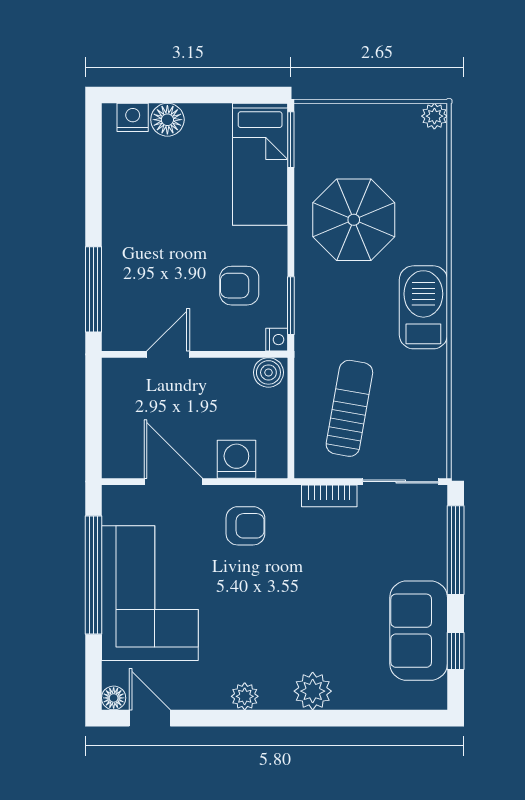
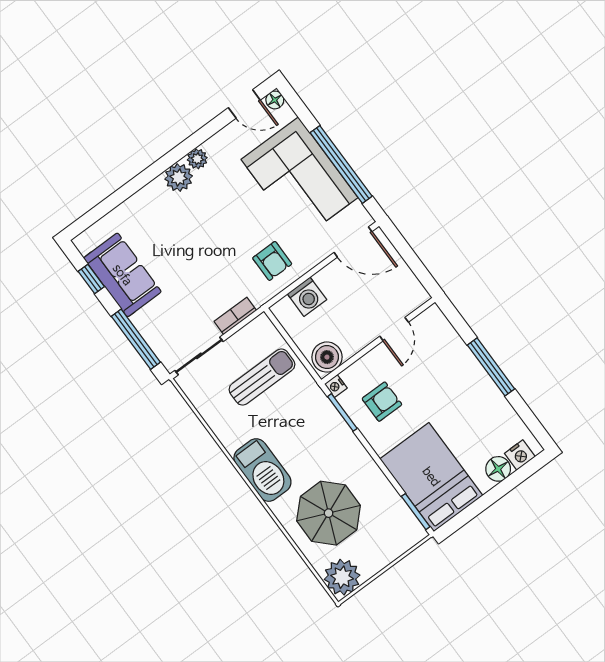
plant: (434, 116) -> (342, 577), width x1.88, depth x1.88
bed: (260, 164) -> (431, 477), width x1.50
parasol: (354, 220) -> (329, 513), moved
window: (93, 289) -> (491, 367), moved
boiler: (268, 372) -> (327, 357), width x1.36, depth x1.36
sun lounger: (349, 408) -> (262, 377), turned -100
door: (173, 482) -> (353, 242), moved
armchair: (245, 526) -> (272, 261), turned -90
plant: (313, 691) -> (179, 178), moved

